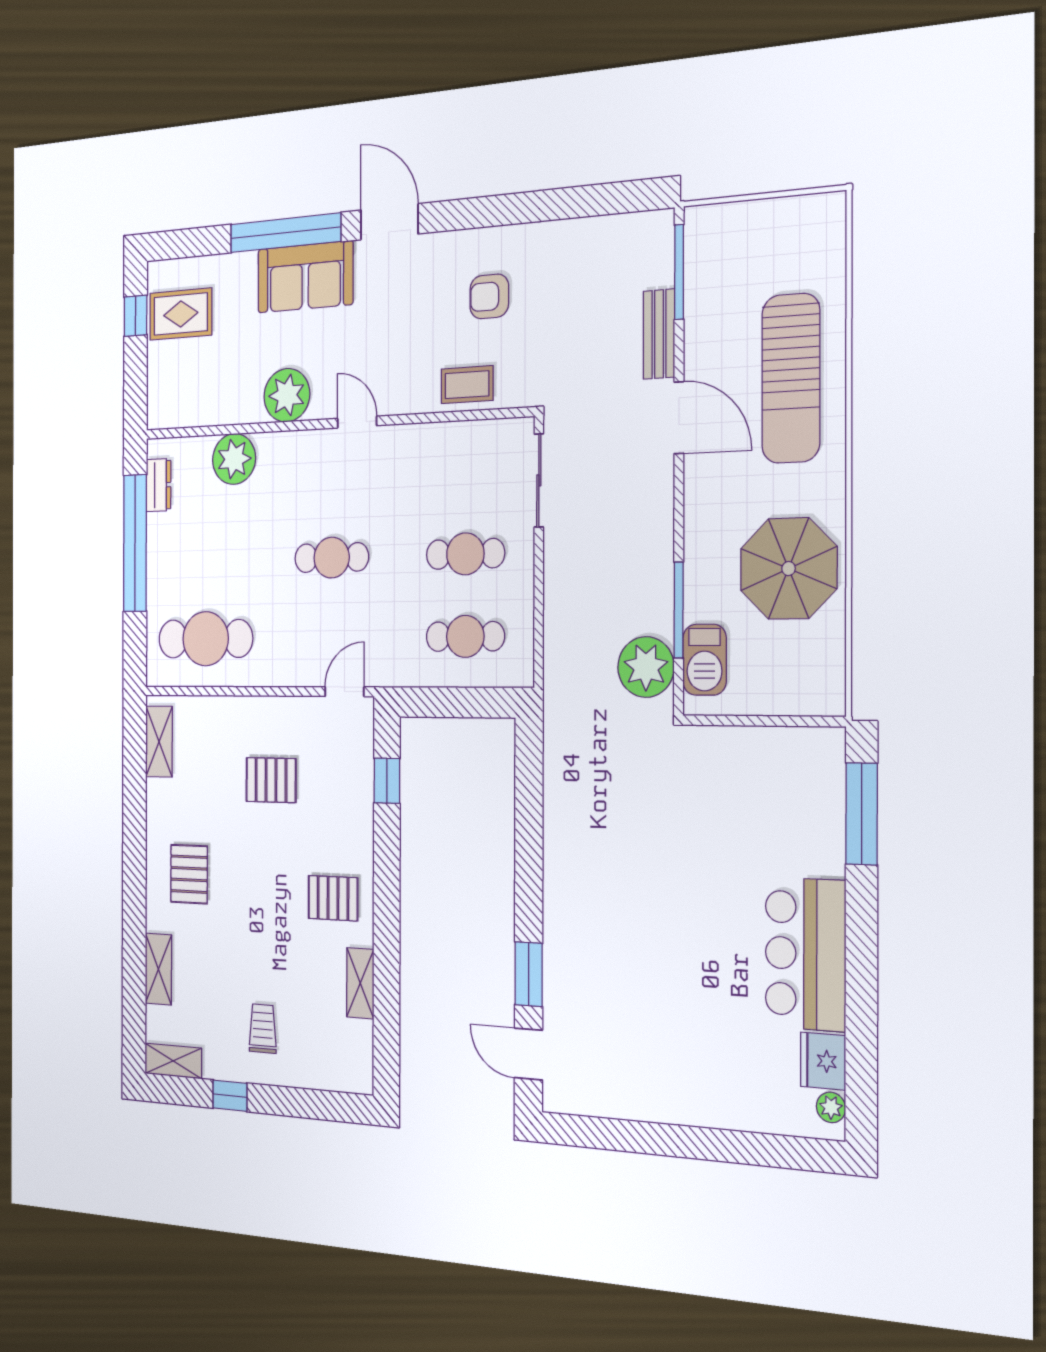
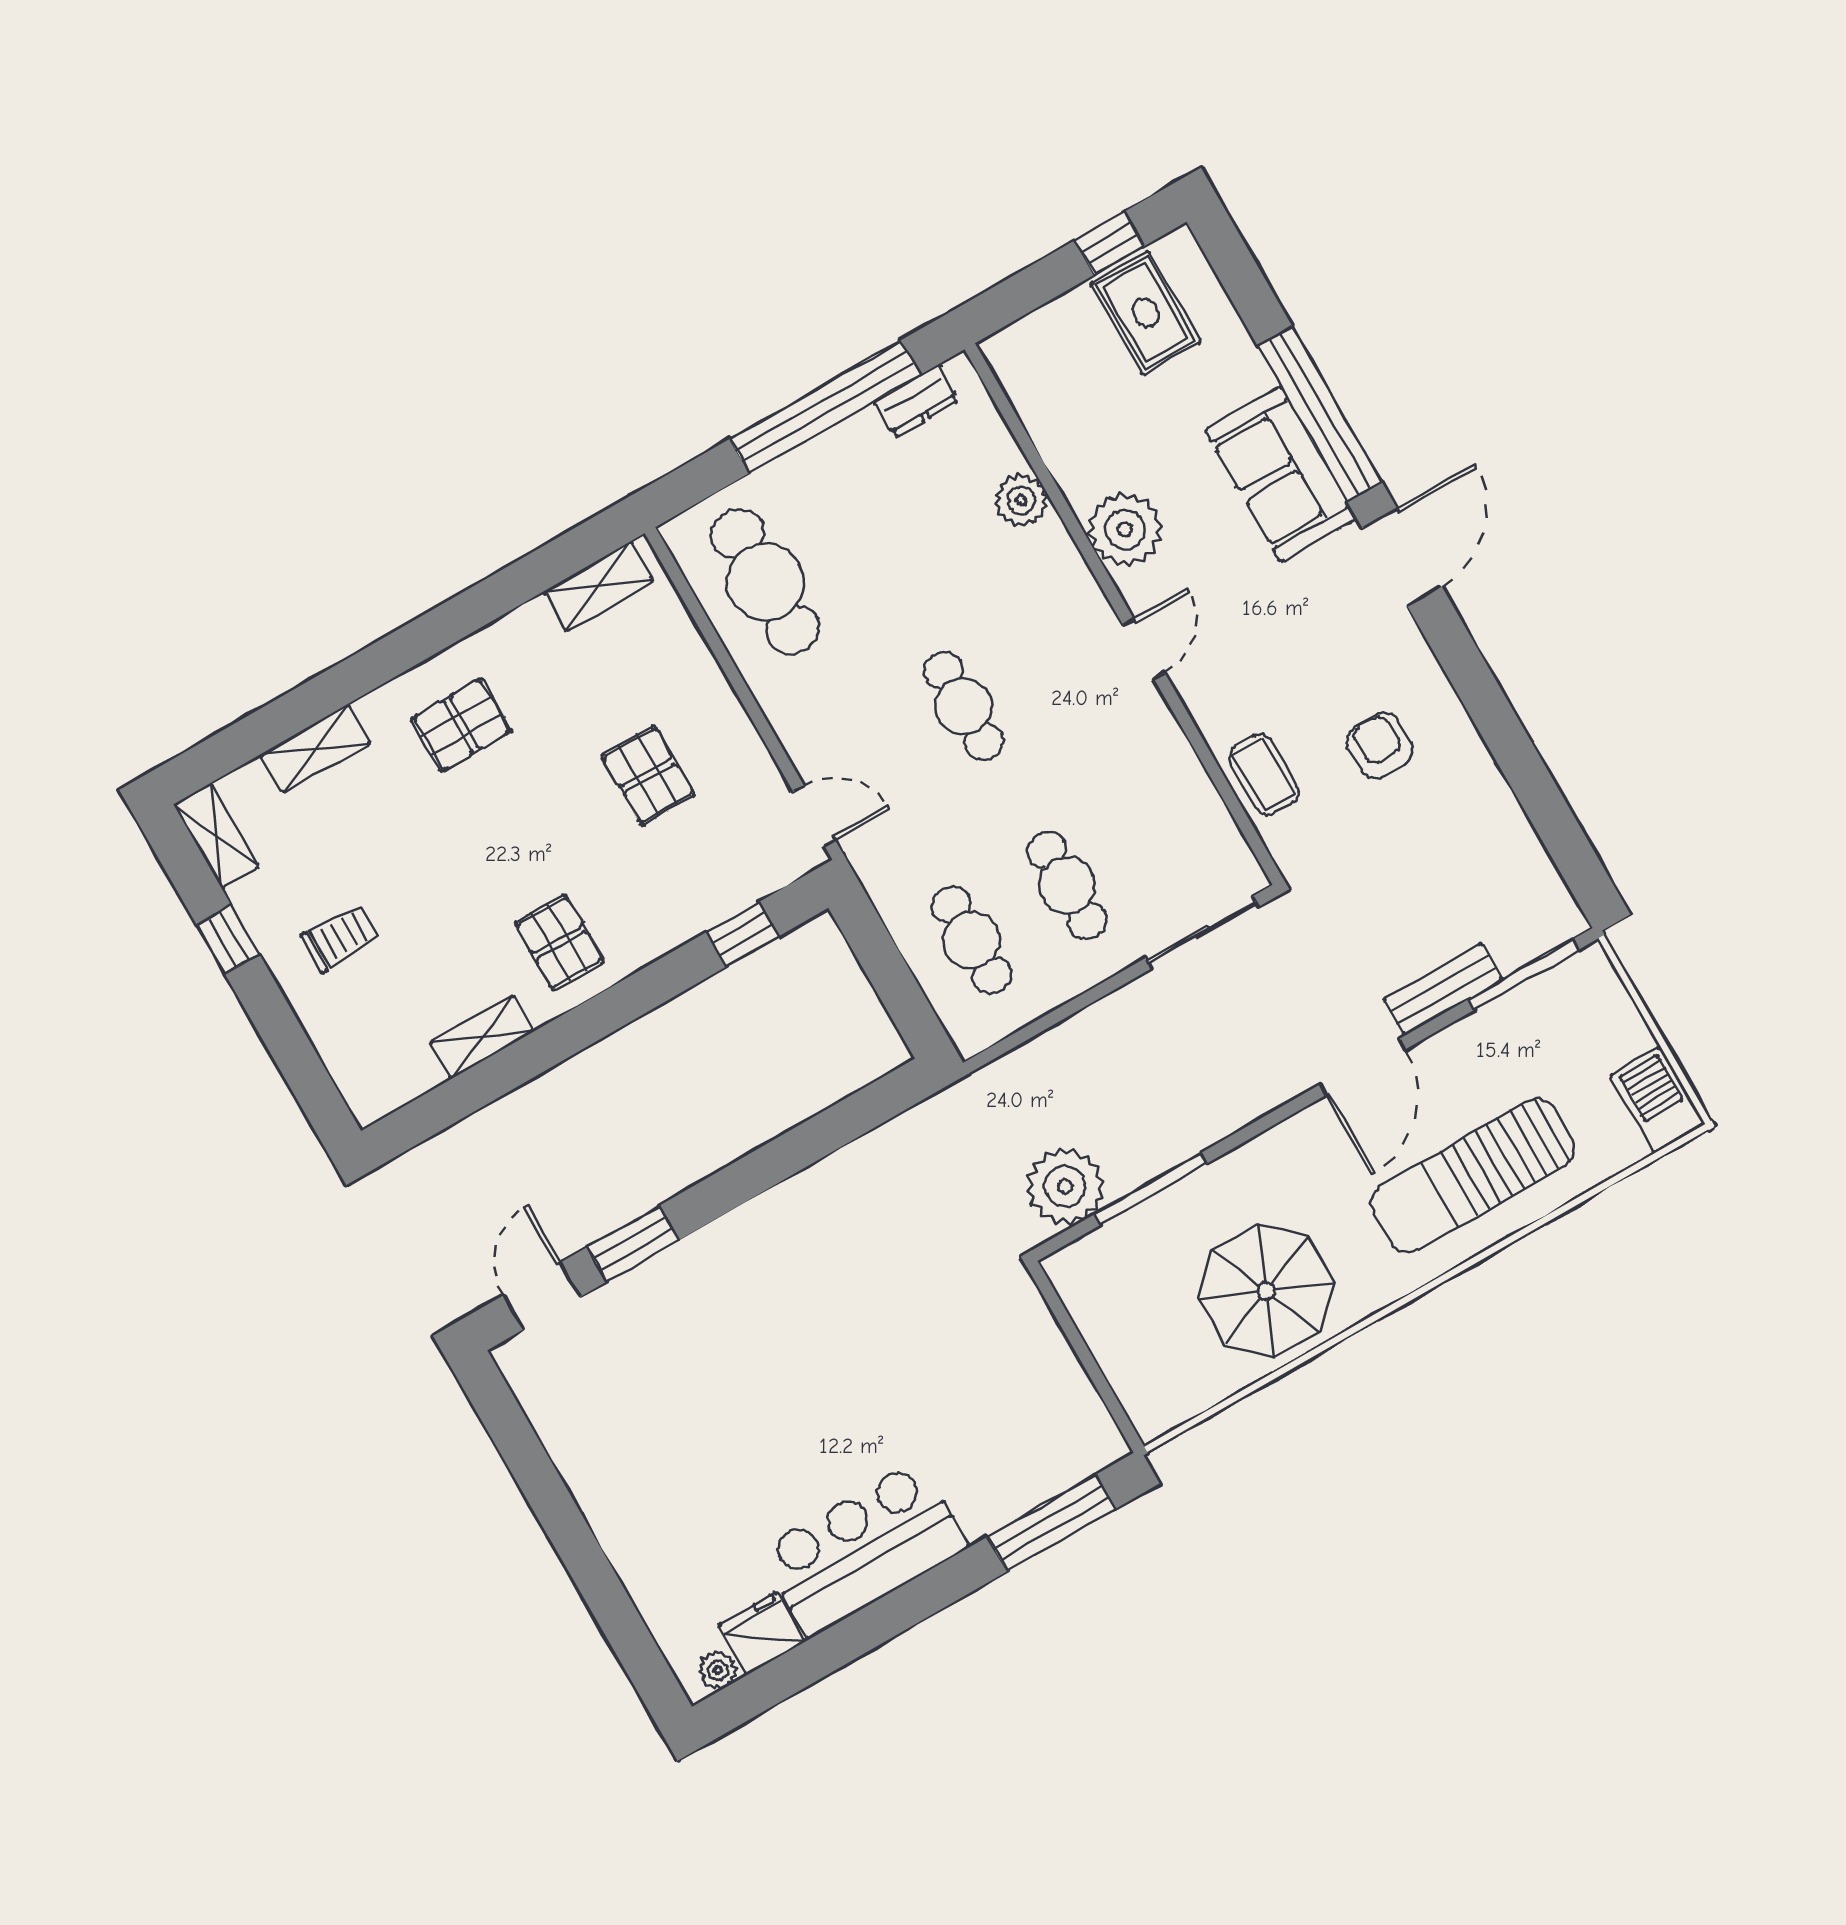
plant: (234, 459) -> (1021, 500), width x0.73, depth x0.73
barbecue: (705, 660) -> (1658, 1100), moved, turned 90

